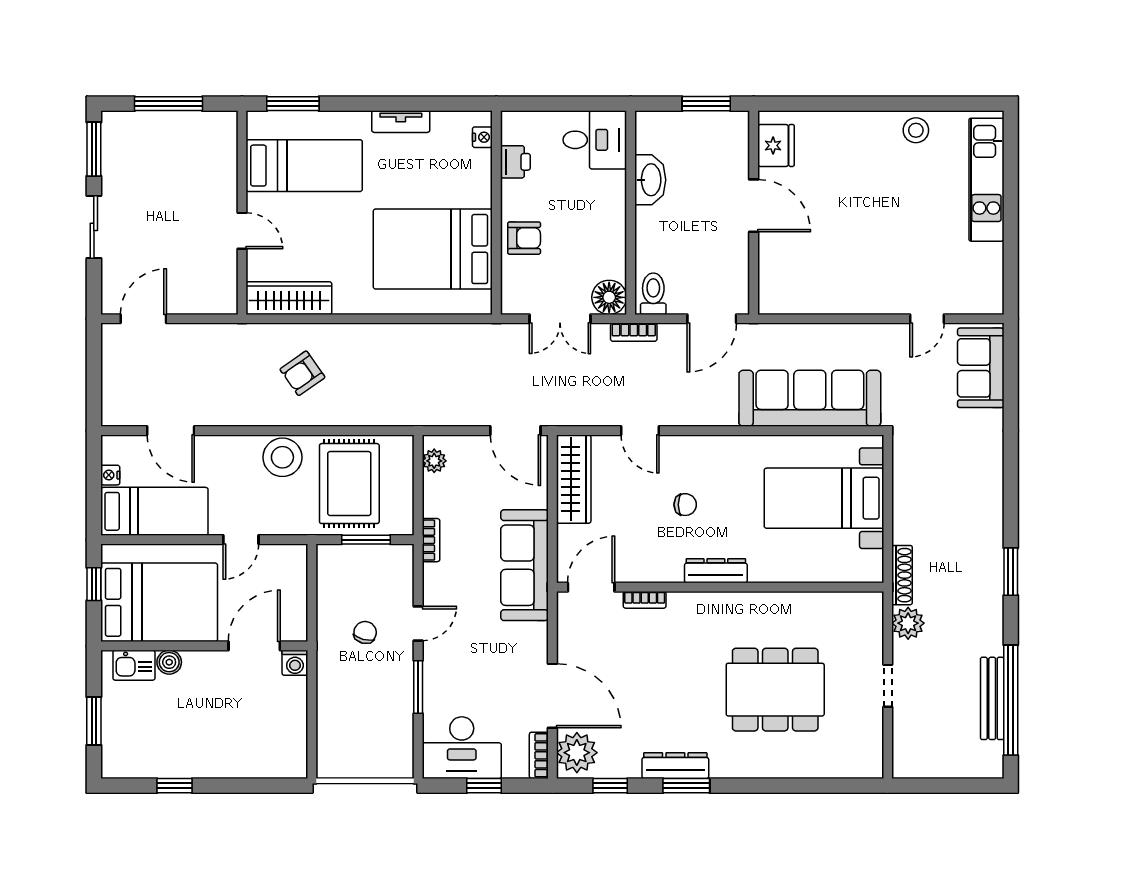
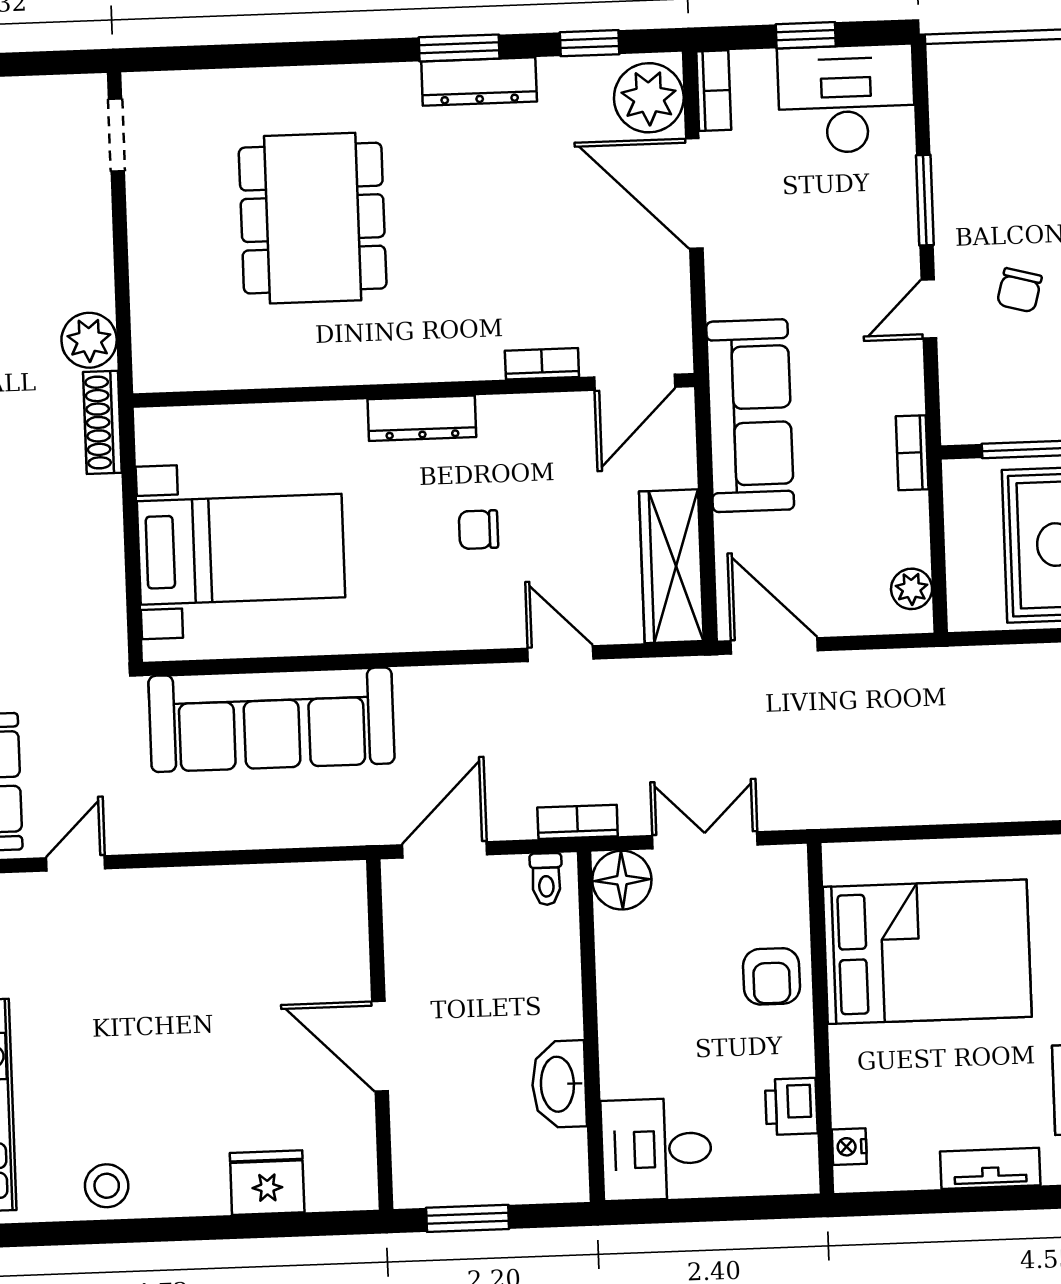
fridge: (776, 145) -> (267, 1183), moved, turned 90
armchair: (524, 238) -> (771, 976), turned -90
toilet: (653, 294) -> (546, 879), width x0.73, depth x0.72
doorway: (888, 686) -> (116, 135), moved
dining table: (775, 690) -> (313, 218), turned 90

